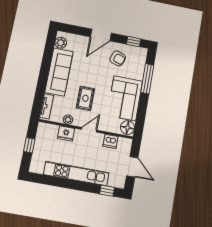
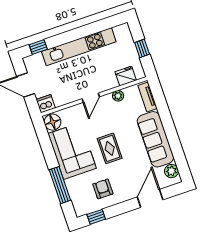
door: (101, 35) -> (150, 198), moved
armchair: (118, 58) -> (103, 189), turned 71
rug: (85, 98) -> (110, 148), moved
fridge: (66, 133) -> (126, 76), moved
dishwasher: (110, 141) -> (46, 104), moved

